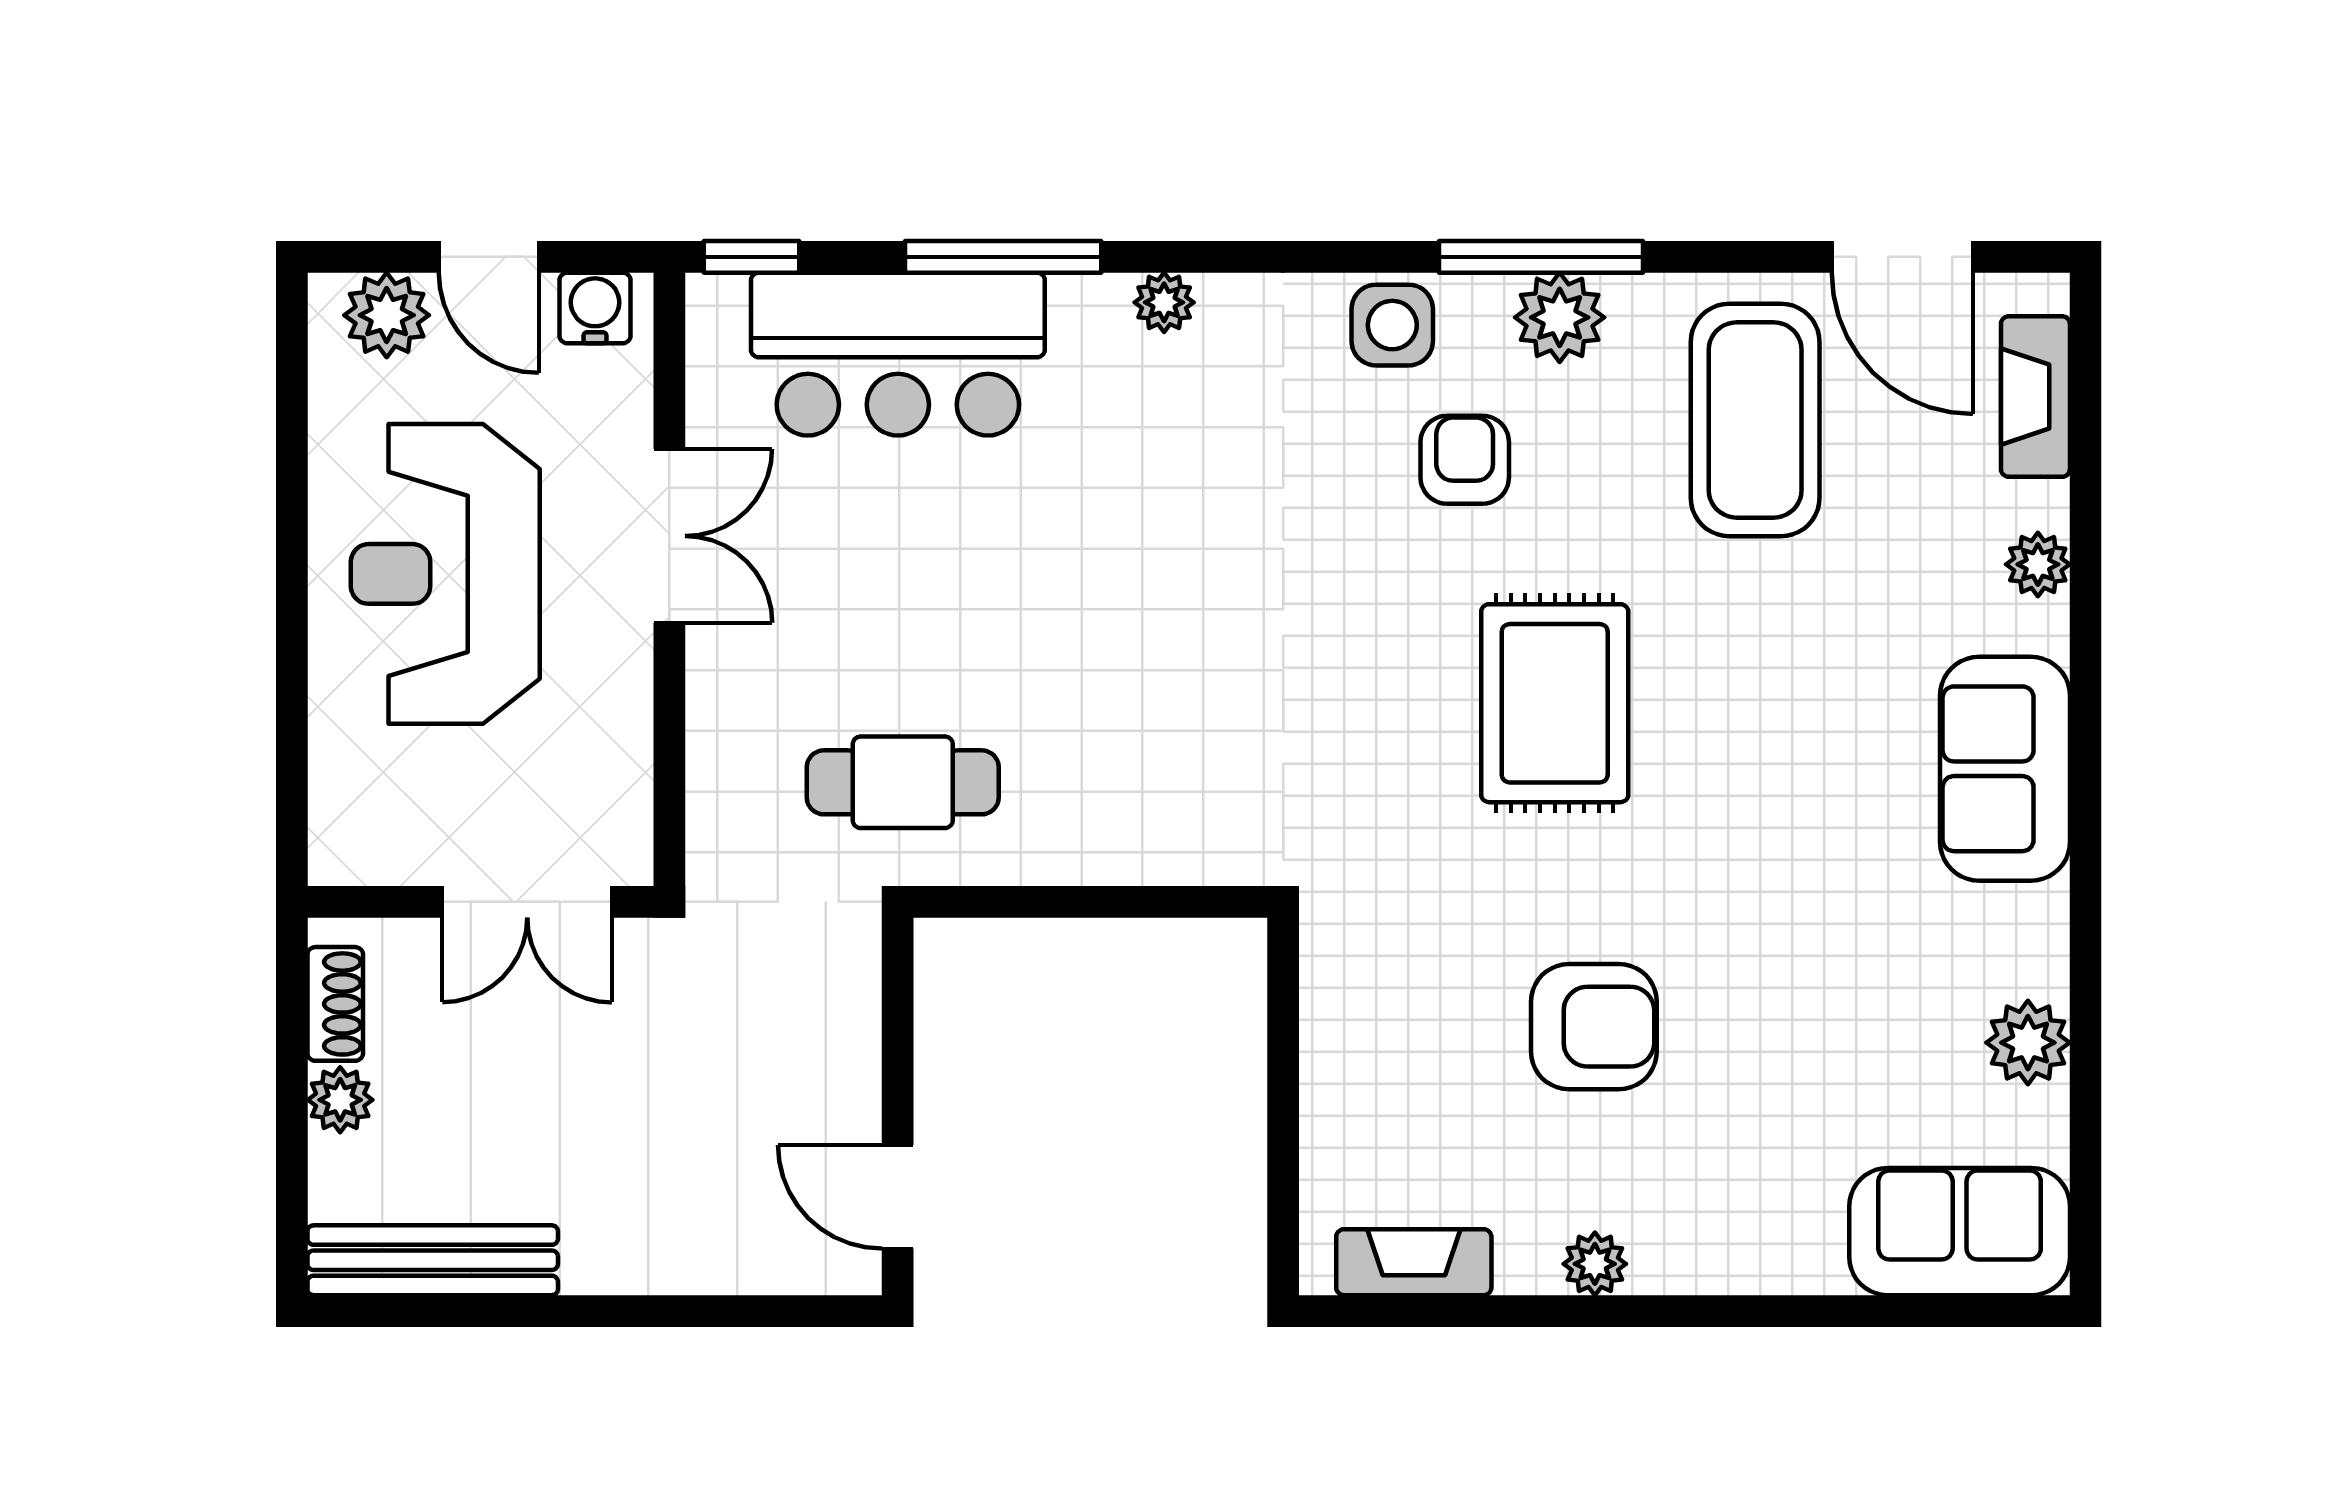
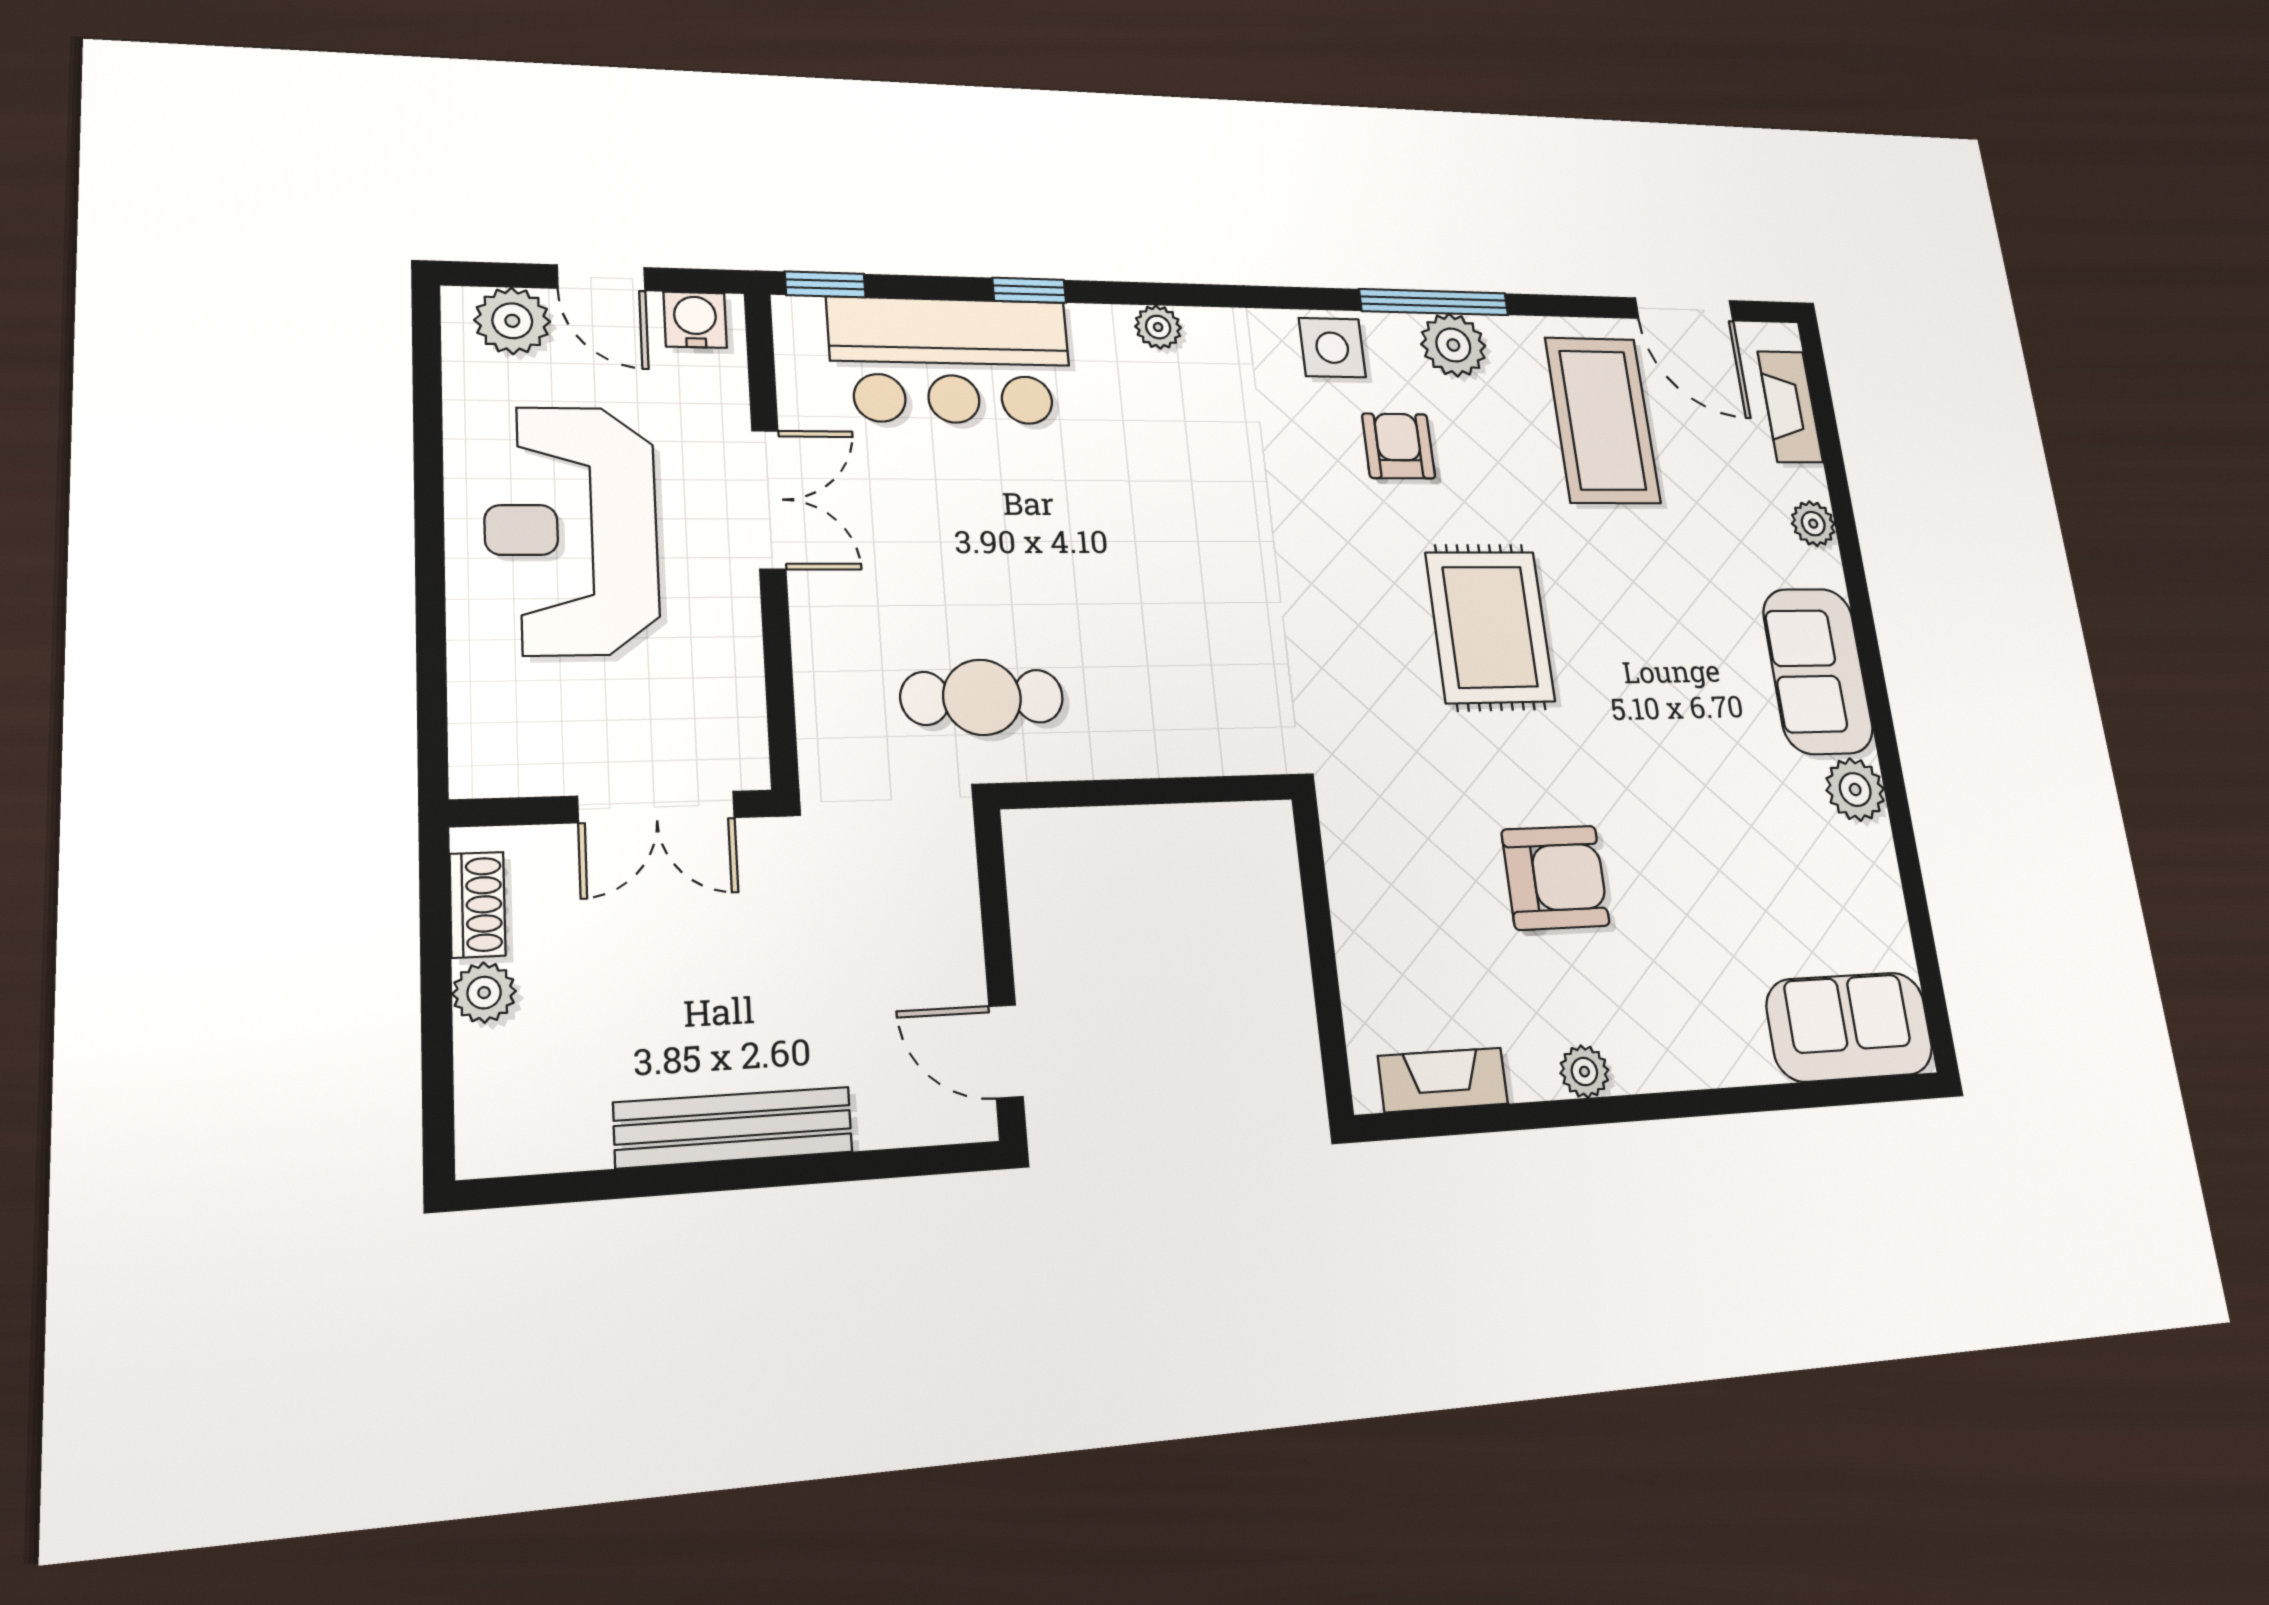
window: (1003, 257) -> (1029, 290), width x0.46
plant: (2028, 1043) -> (1855, 789), moved
bench: (433, 1260) -> (734, 1127), moved

